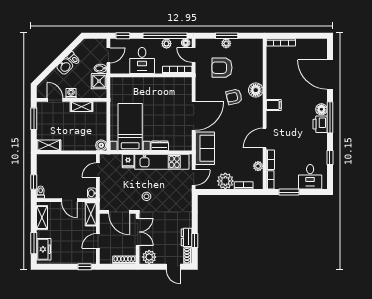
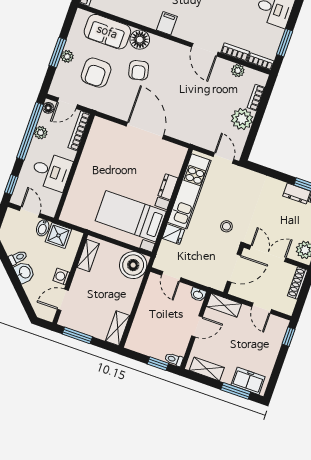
shelving: (82, 107) -> (88, 255), moved
boiler: (101, 145) -> (133, 265), width x1.86, depth x1.86
sofa: (205, 148) -> (107, 32), moved, turned 180

